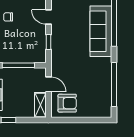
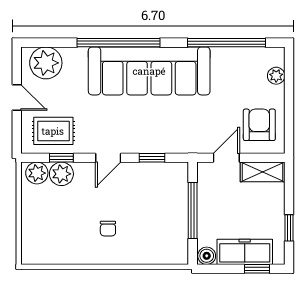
sofa: (101, 31) -> (149, 71), width x1.36, depth x1.27
plant: (95, 113) -> (276, 76), added

